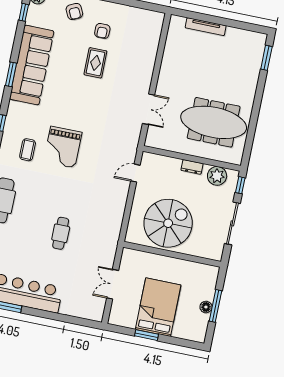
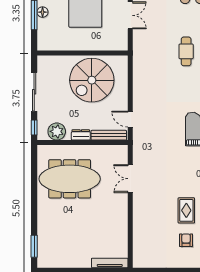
tv unit: (206, 27) -> (110, 263), moved
bench: (162, 160) -> (109, 135), added
door: (135, 173) -> (130, 119), swing flipped

